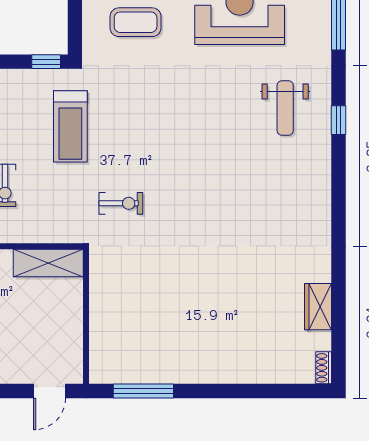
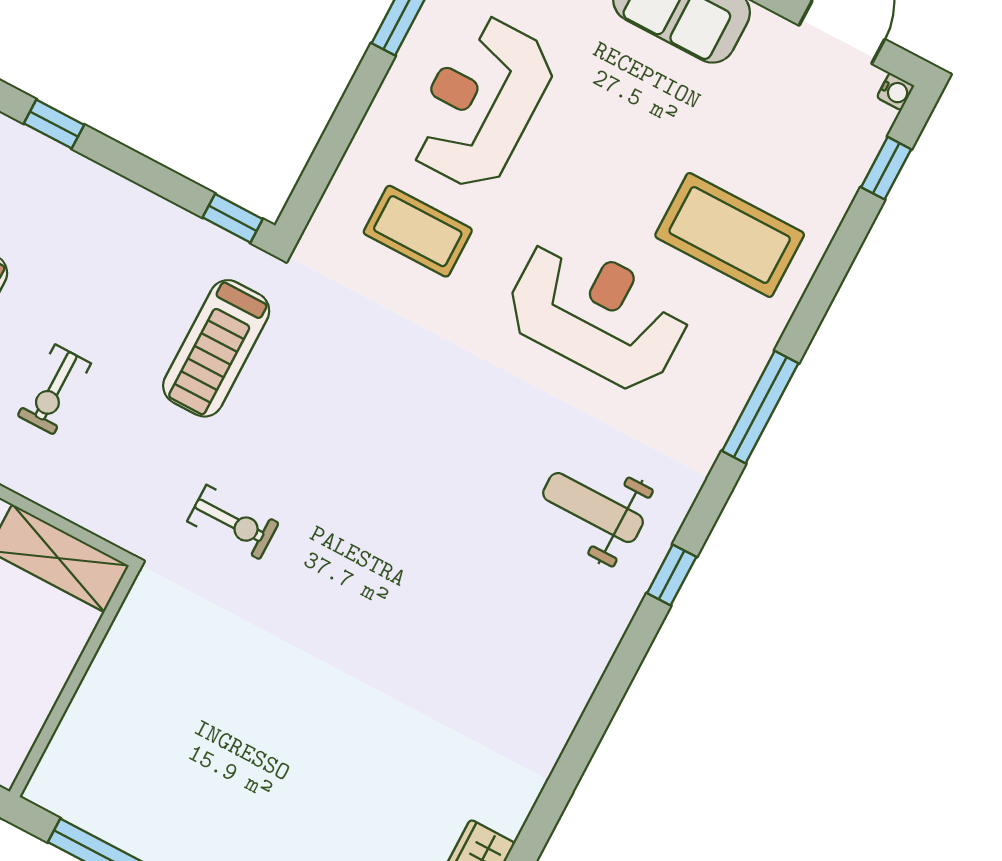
weight bench: (285, 108) -> (593, 508), turned 90

